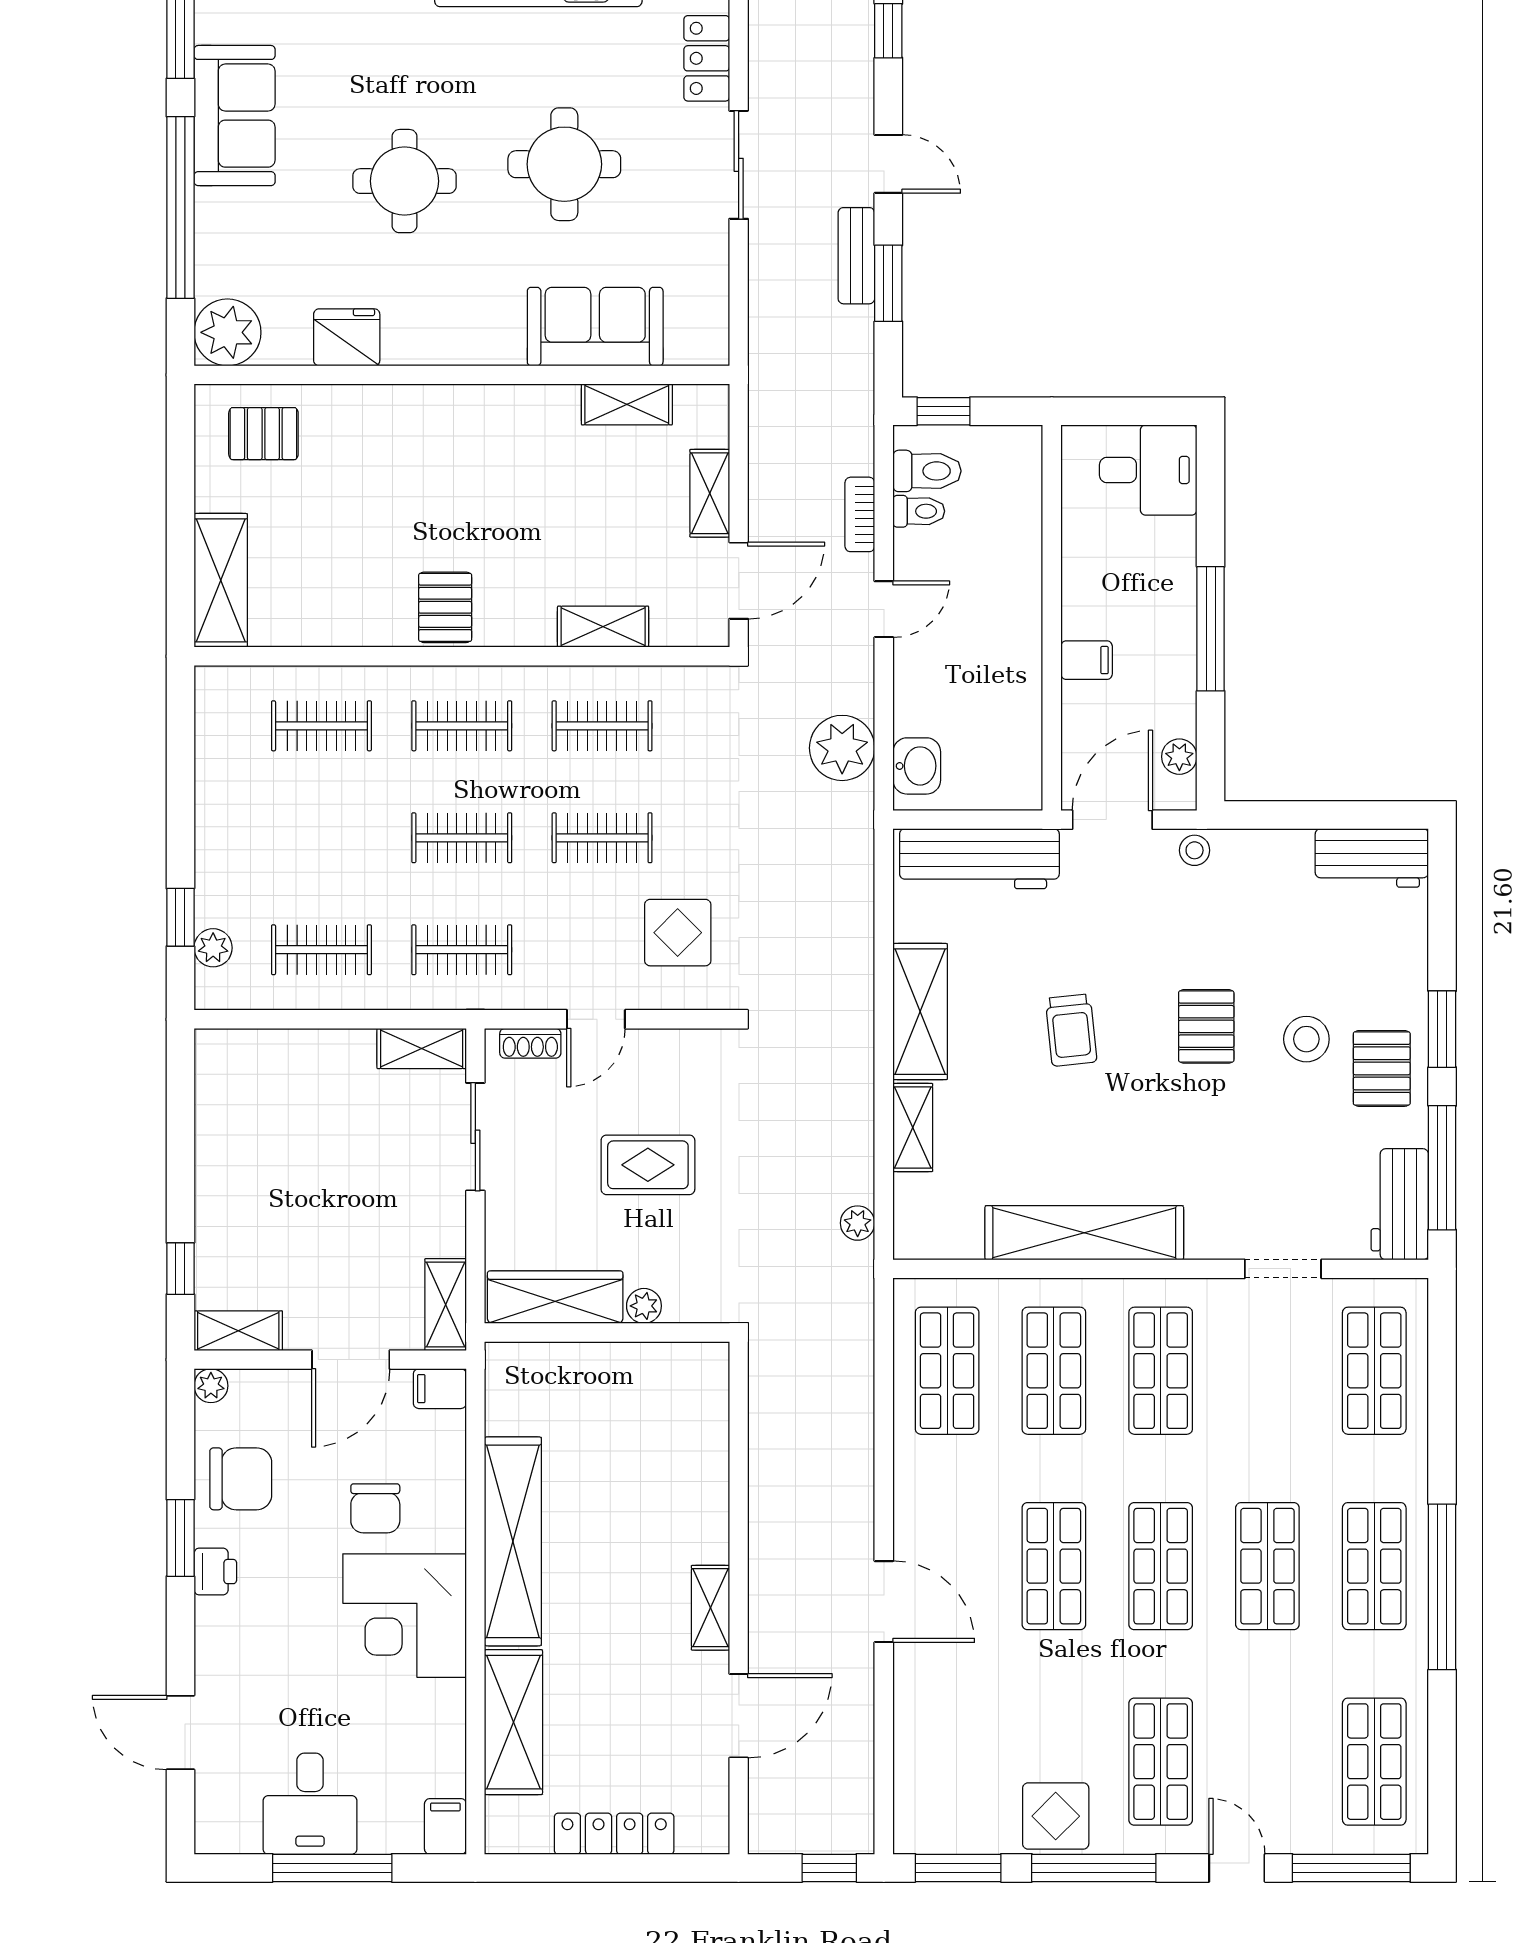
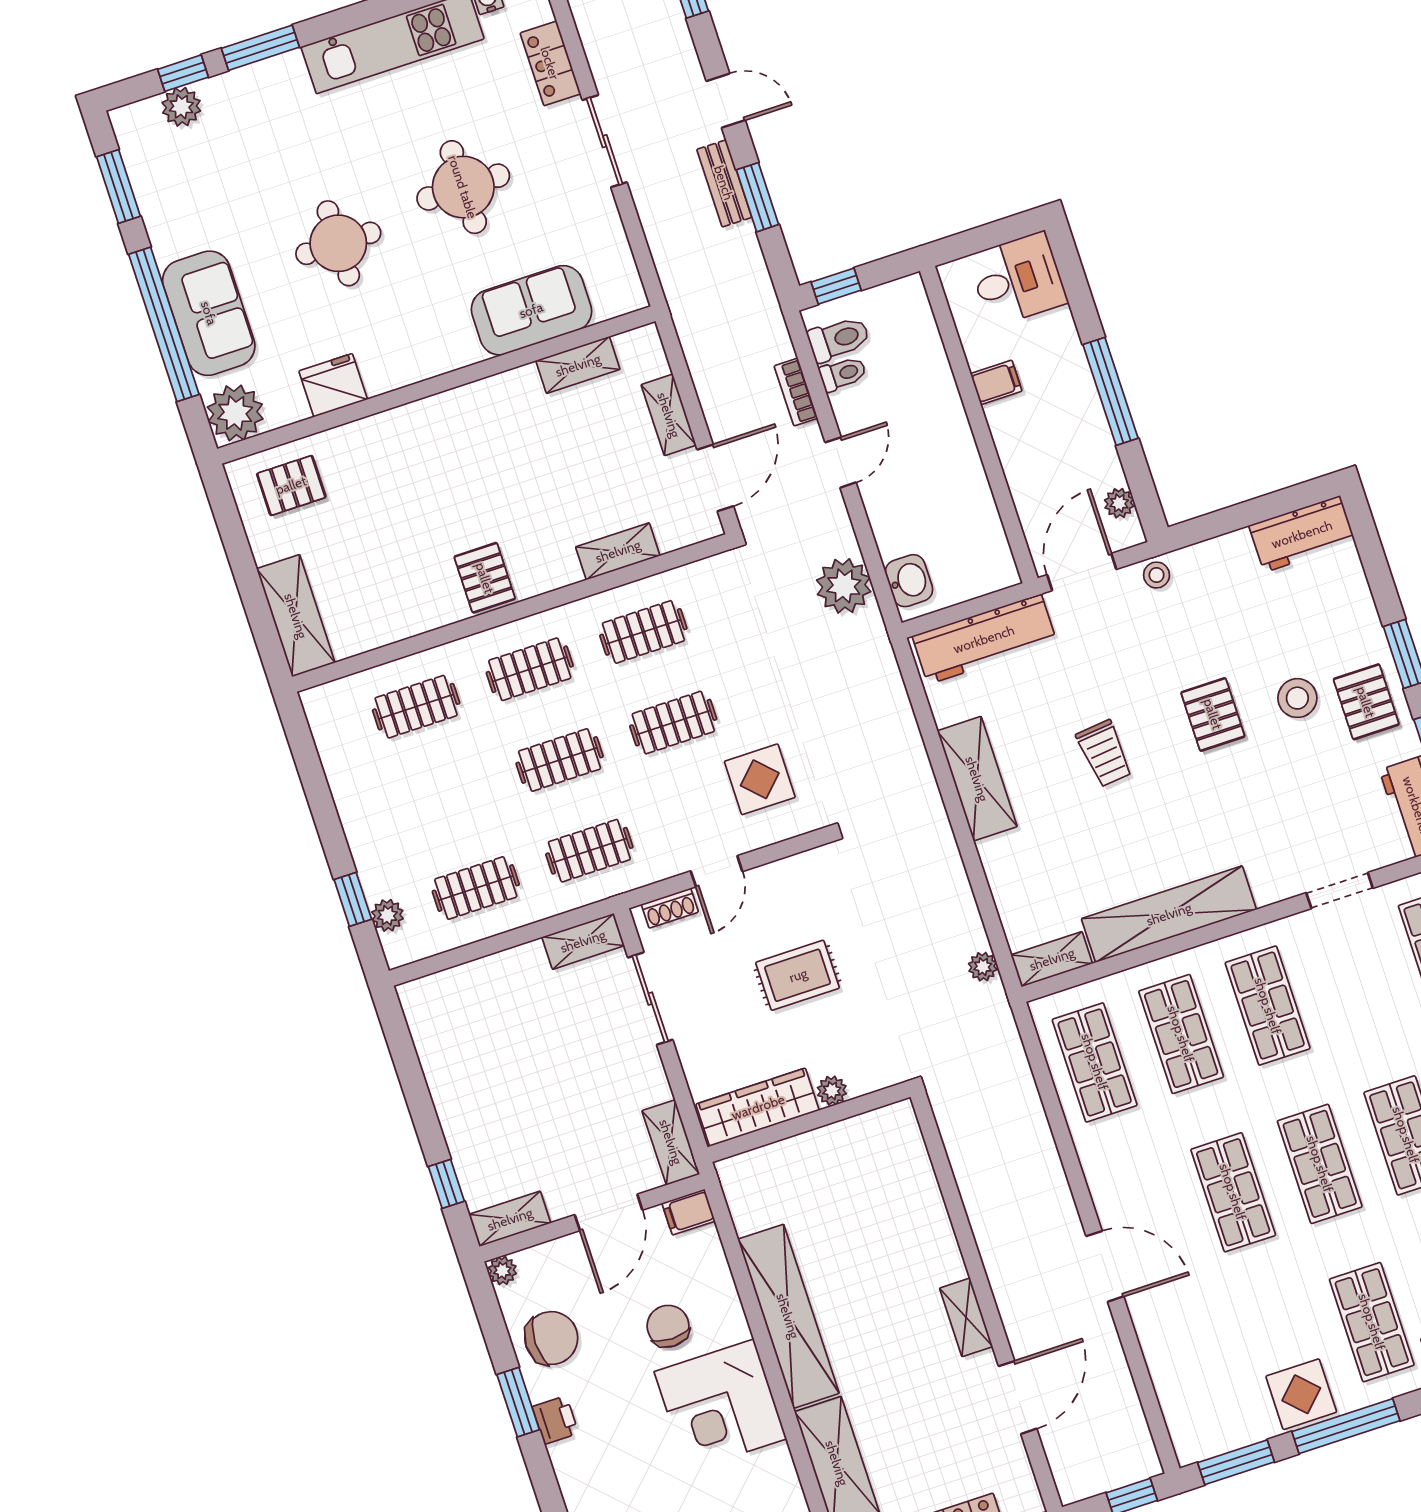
sofa: (235, 116) -> (209, 313), moved
filing cabinet: (1087, 660) -> (996, 382), moved
shelving: (913, 1128) -> (1052, 959), moved, turned 90
chair: (375, 1508) -> (668, 1326), turned 180

